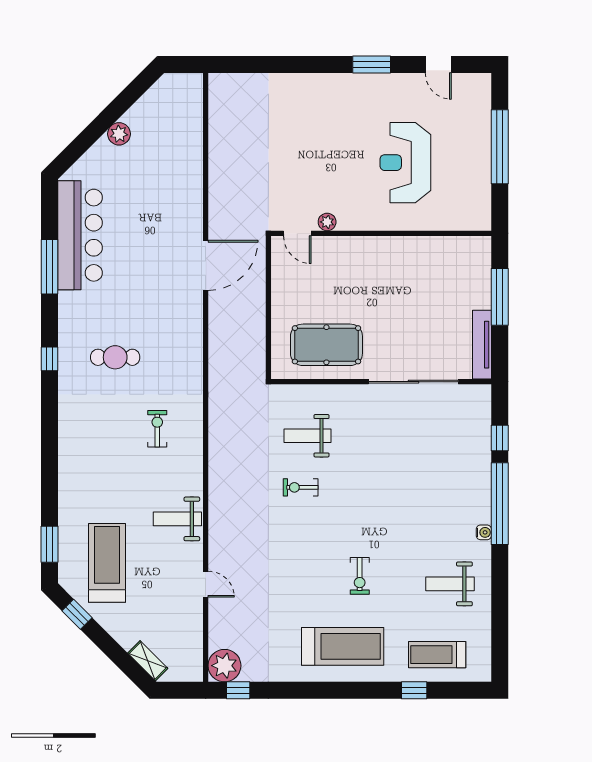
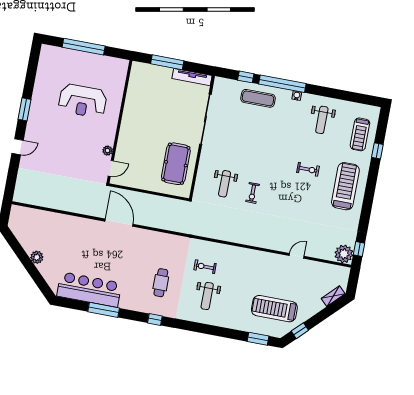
door: (438, 65) -> (18, 147), moved
exercise mat: (467, 466) -> (258, 98), added
weight bench: (177, 519) -> (207, 296), moved

